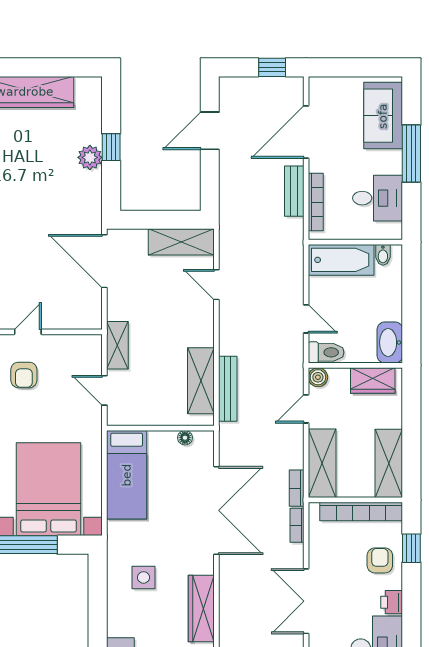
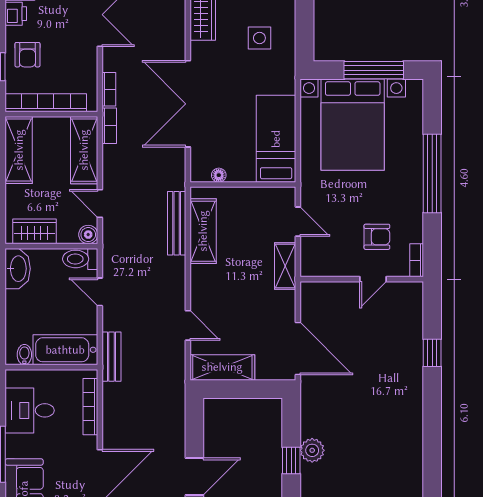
bench: (294, 191) -> (111, 357), moved
armchair: (24, 375) -> (377, 237), turned 90
door: (306, 409) -> (100, 203), swing flipped

